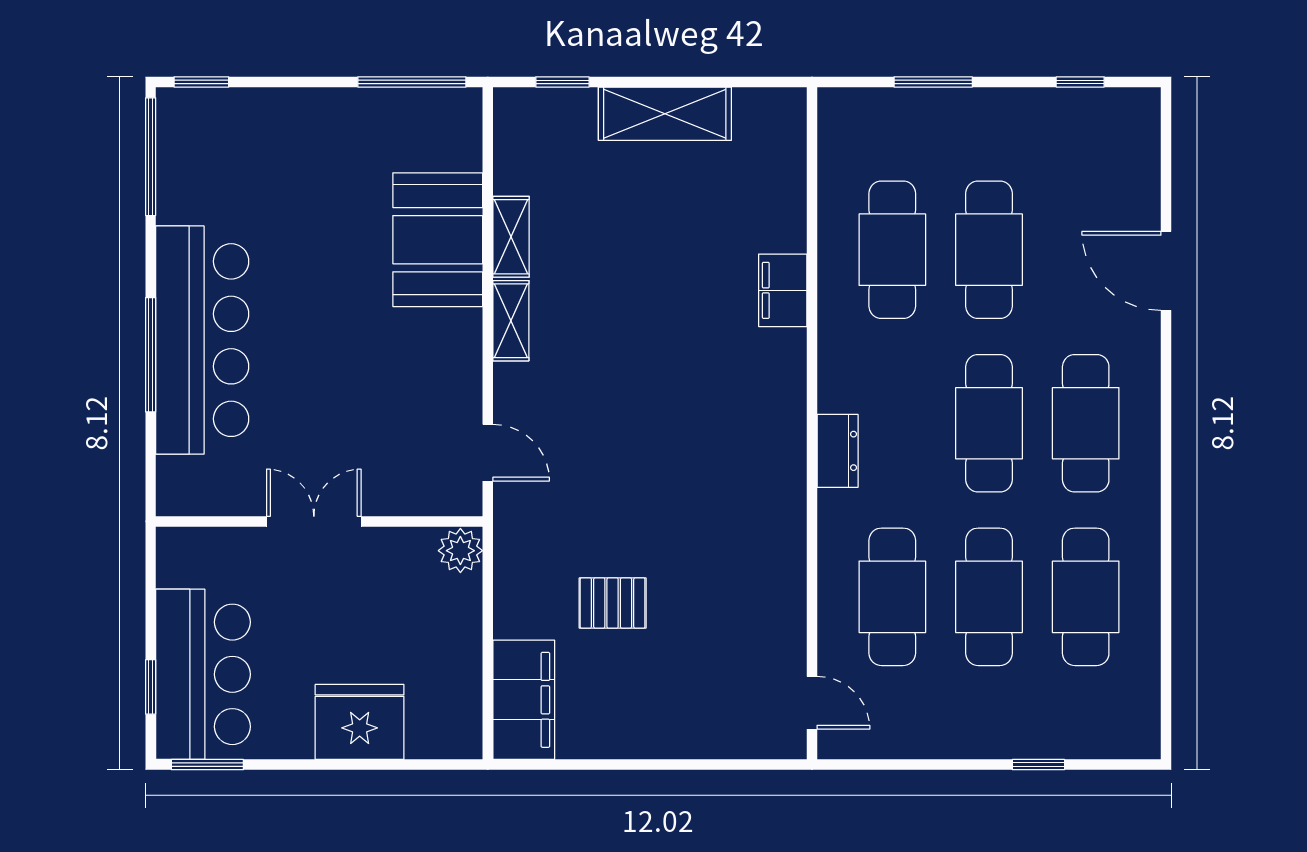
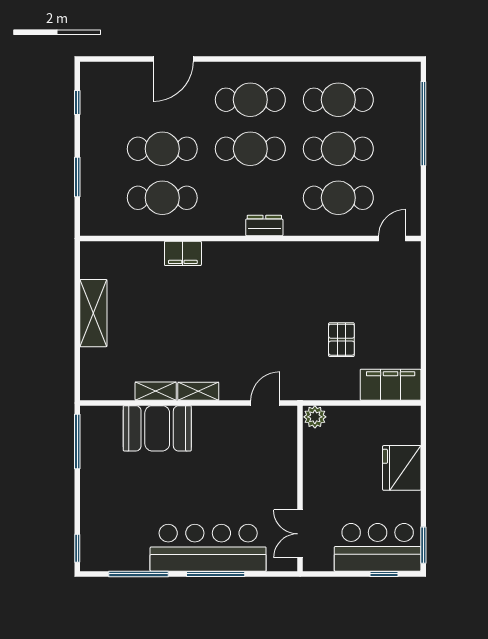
window: (562, 82) -> (77, 365), removed
window: (151, 157) -> (138, 574), moved
double door: (314, 521) -> (300, 534), moved
window: (1038, 765) -> (423, 124), width x3.17

